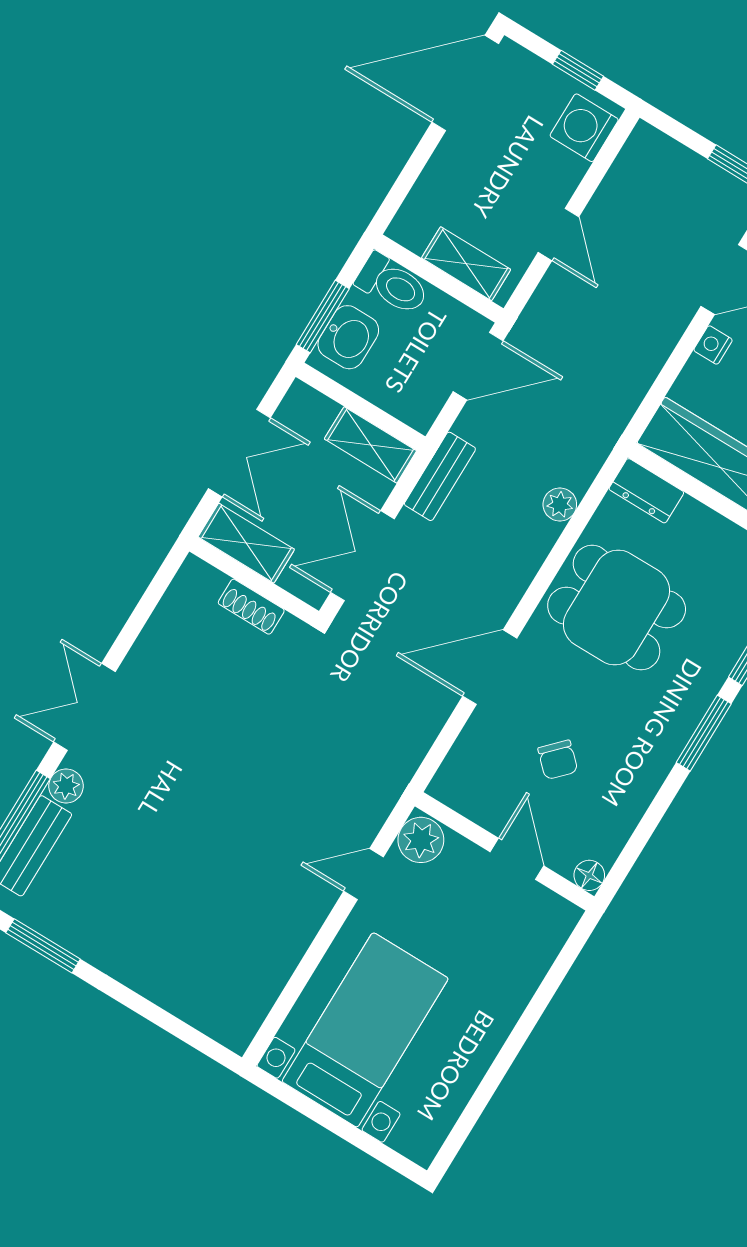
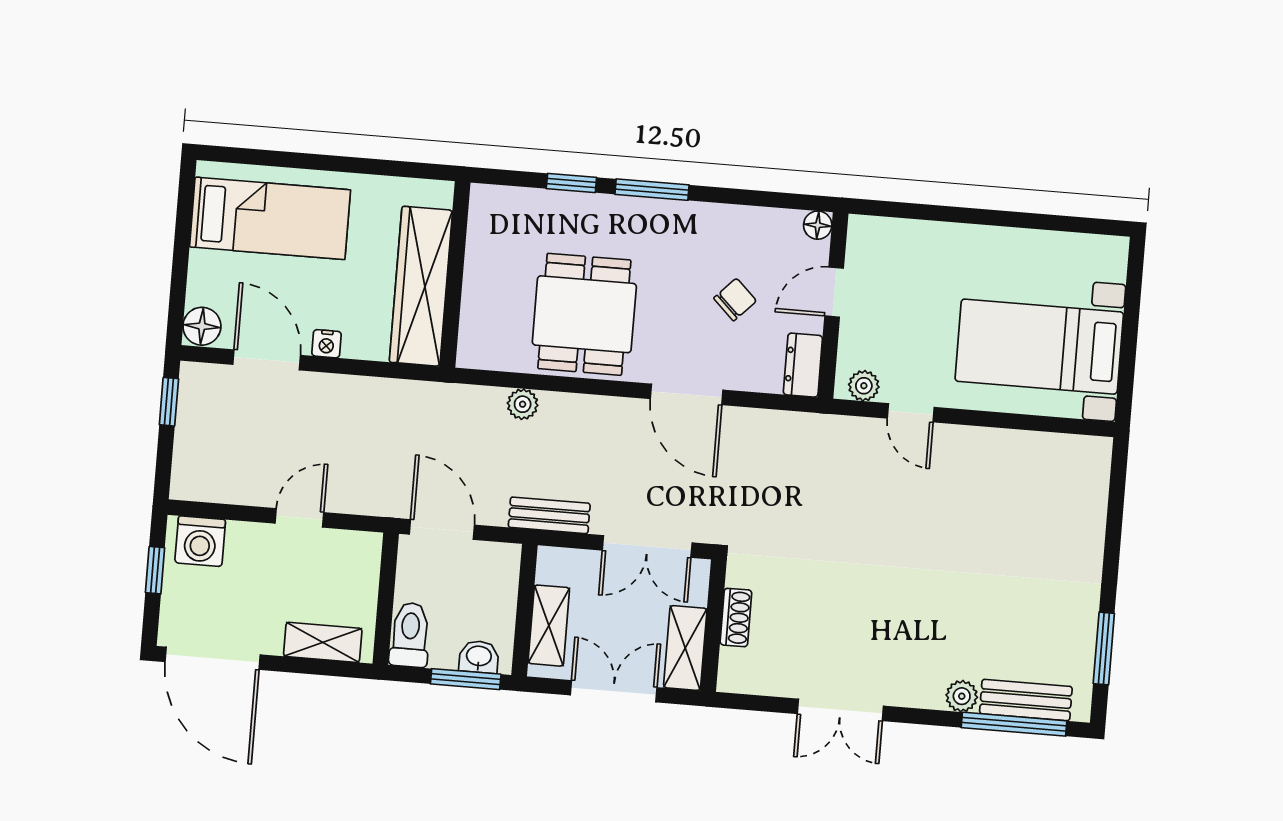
shelving: (466, 264) -> (323, 642), moved, turned 90
washbasin: (348, 337) -> (479, 657), width x0.72, depth x0.69
shelving: (370, 445) -> (549, 626), moved
dresser: (646, 491) -> (803, 365), moved, turned 180
double door: (84, 707) -> (840, 710), moved
plant: (421, 840) -> (864, 386), width x0.73, depth x0.73

